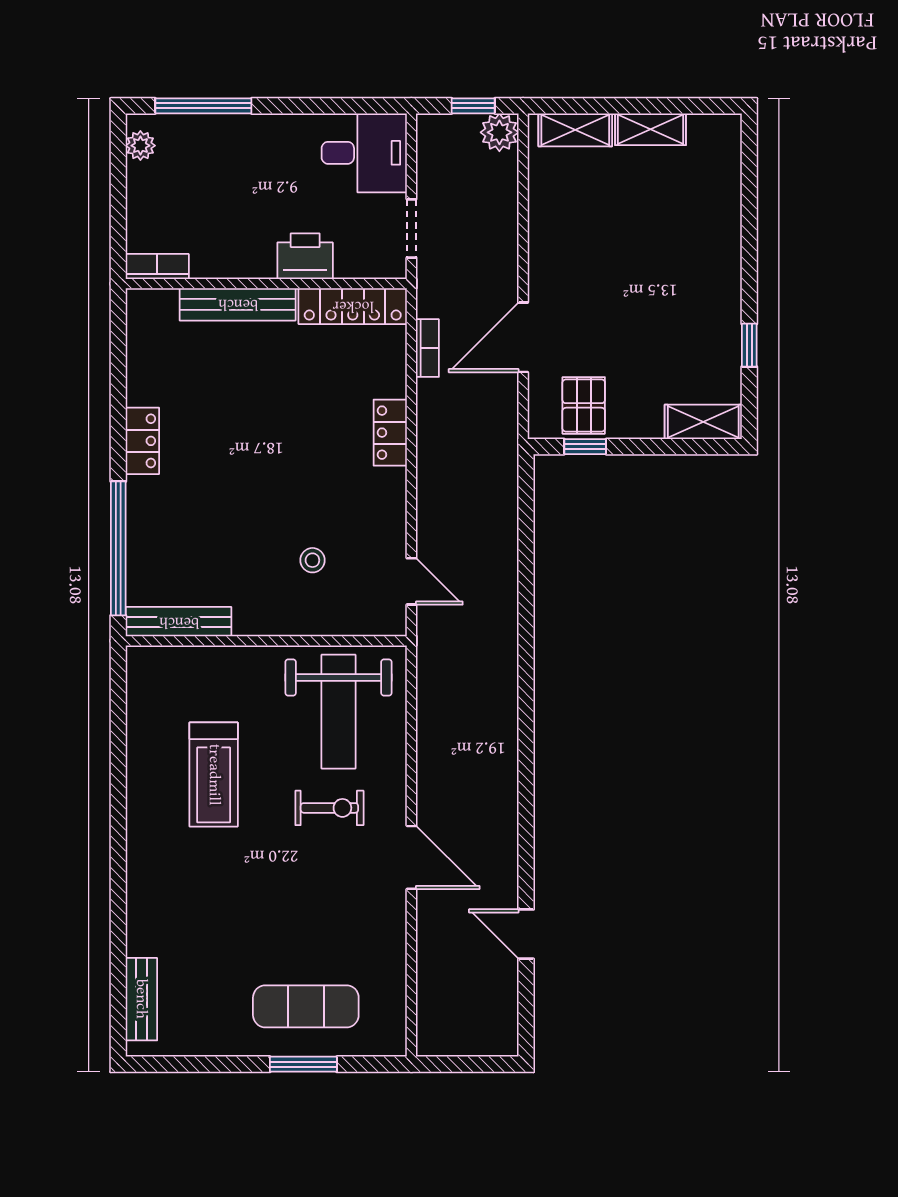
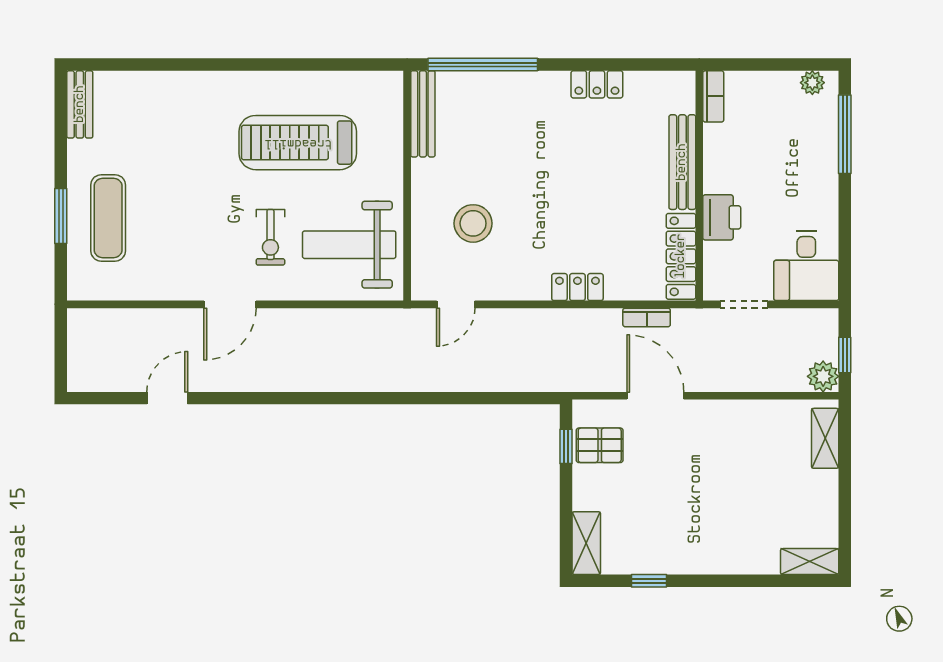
shelving: (650, 129) -> (810, 562), moved, turned 90
locker: (142, 441) -> (597, 84), moved
stool: (312, 560) -> (473, 223), width x1.89, depth x1.89
treadmill: (214, 775) -> (298, 143), width x1.37, depth x1.38
bench: (141, 999) -> (80, 104), moved, turned 90

